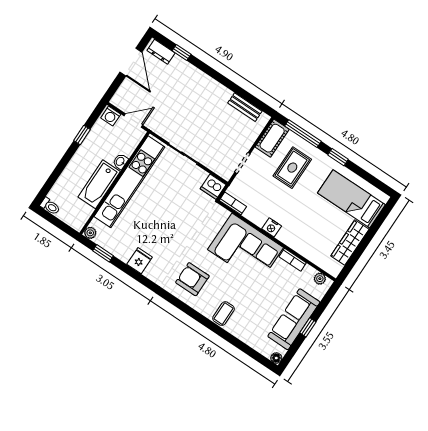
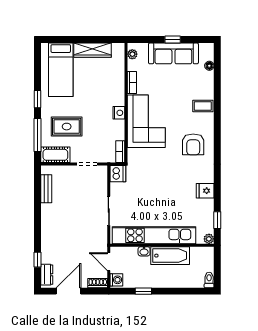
shoe rack: (120, 96) -> (98, 283), added
floor lamp: (276, 358) -> (209, 66), moved

